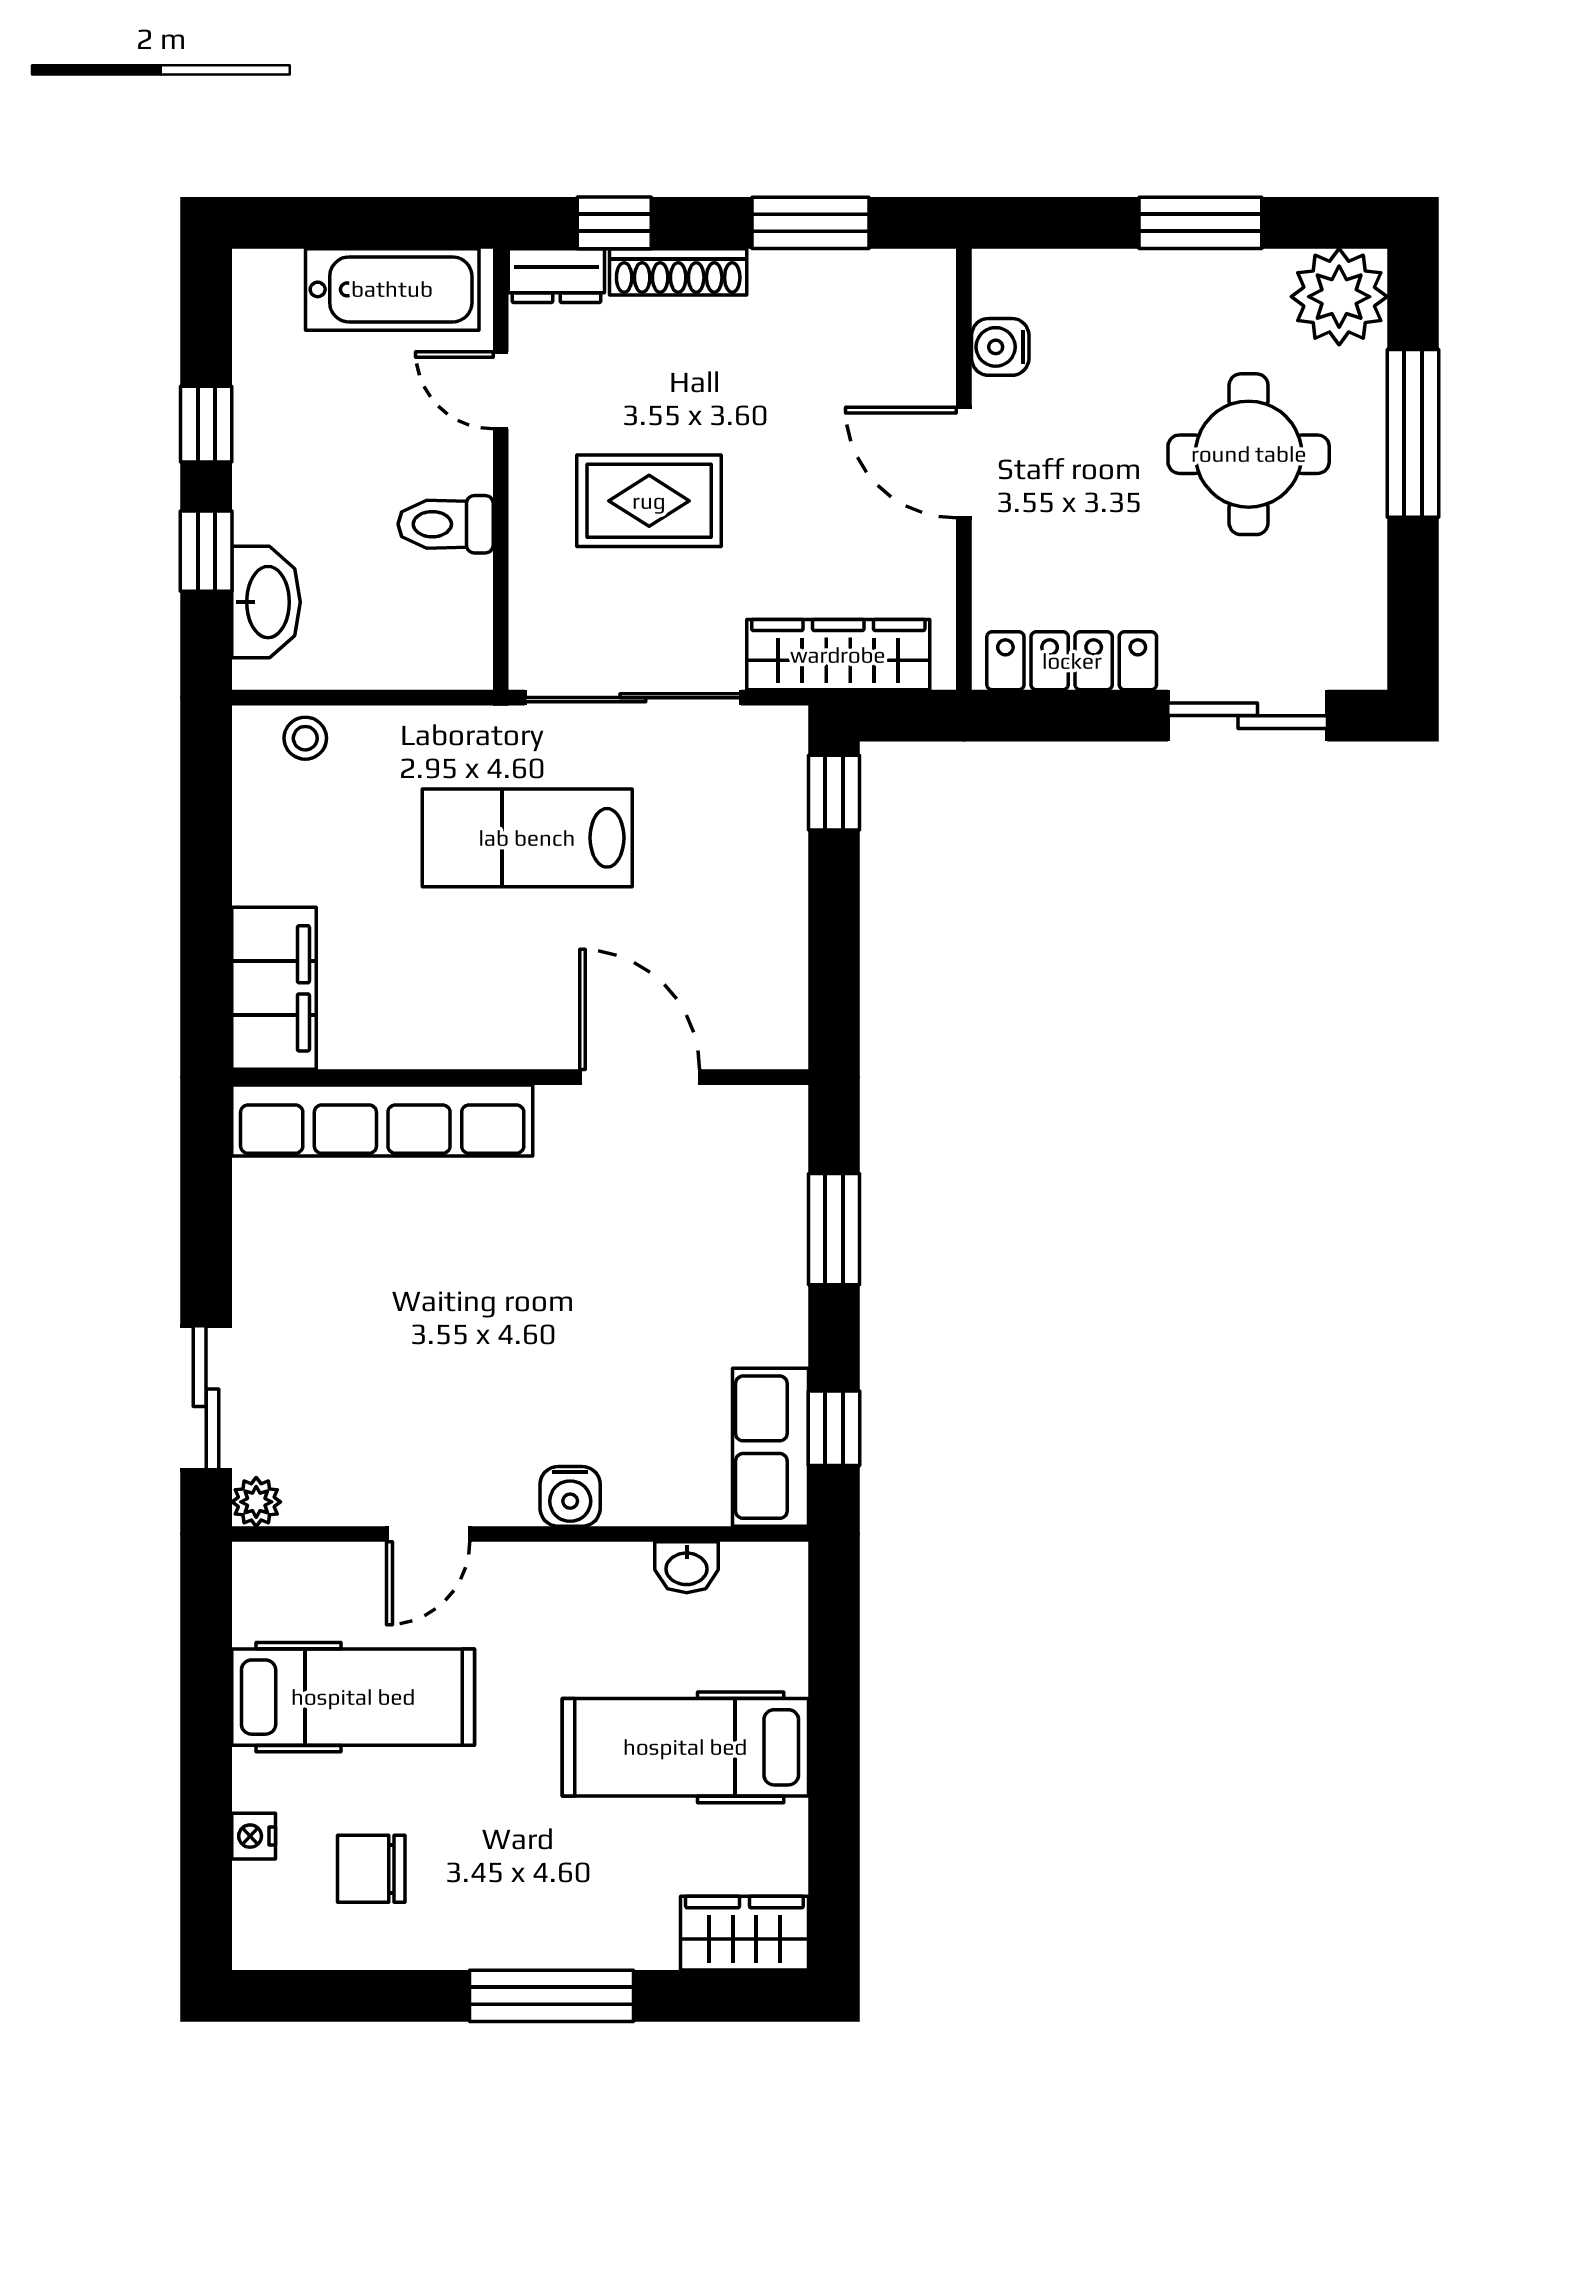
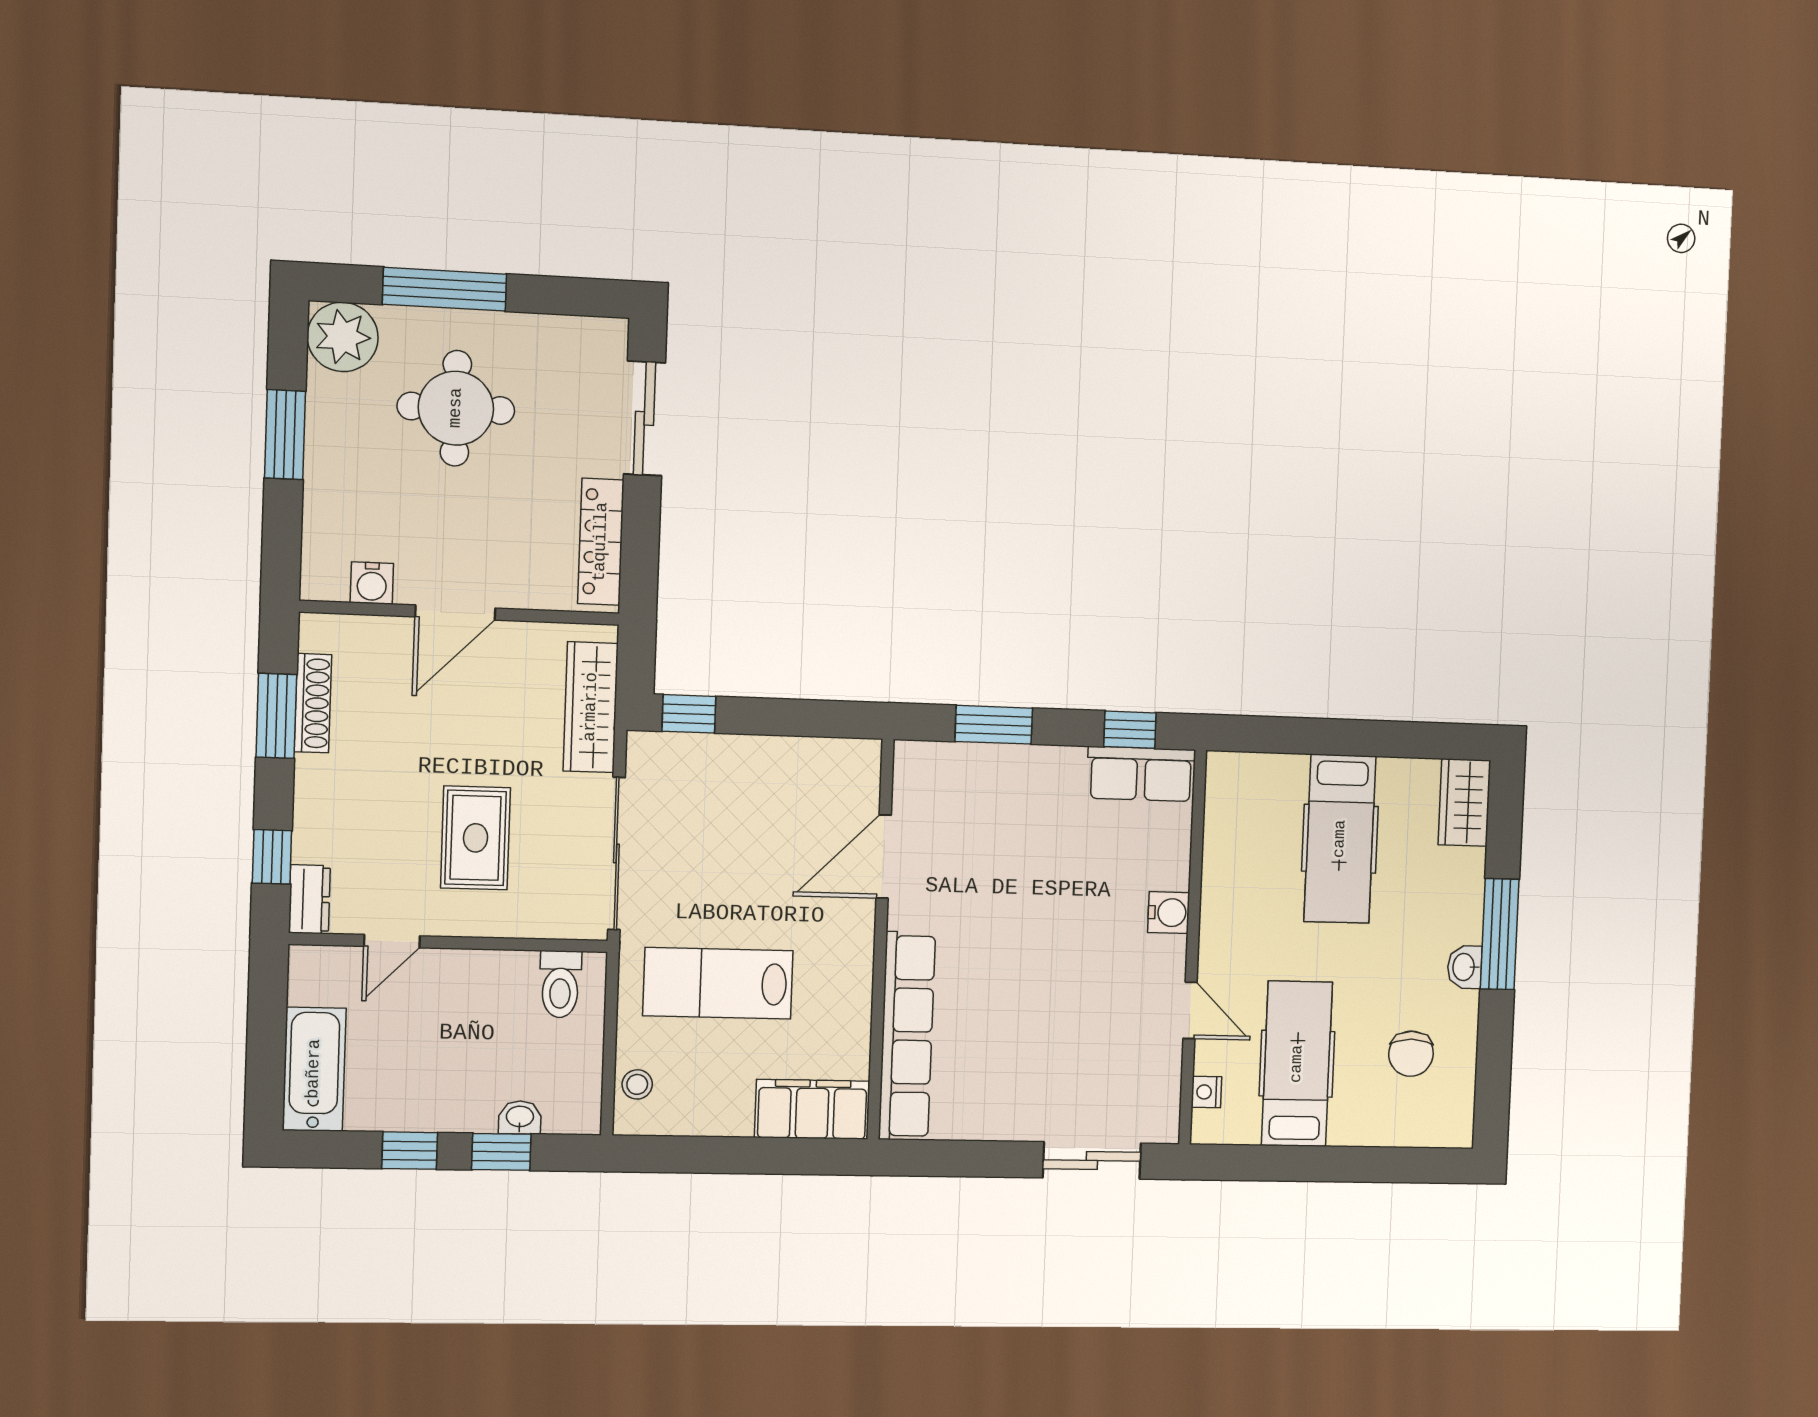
shoe rack: (678, 272) -> (313, 703), moved
bathtub: (392, 289) -> (314, 1069), moved
toilet: (446, 524) -> (560, 984), moved
washbasin: (266, 602) -> (520, 1117), width x0.52, depth x0.69
lab bench: (527, 838) -> (718, 983), moved, turned 90
plant: (256, 1502) -> (1164, 1127), removed
washbasin: (687, 1567) -> (1465, 967), moved, turned 180
nightstand: (254, 1836) -> (1206, 1092), moved, turned 90

